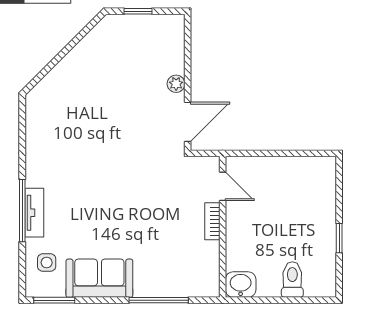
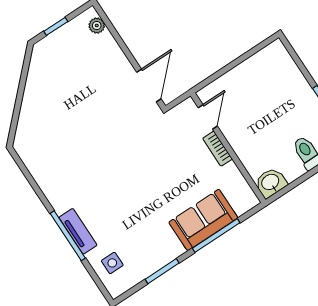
plant: (176, 84) -> (97, 26), moved
door: (223, 186) -> (208, 117), hinge flipped
sofa: (99, 278) -> (203, 220), moved
window: (54, 300) -> (162, 271), moved

